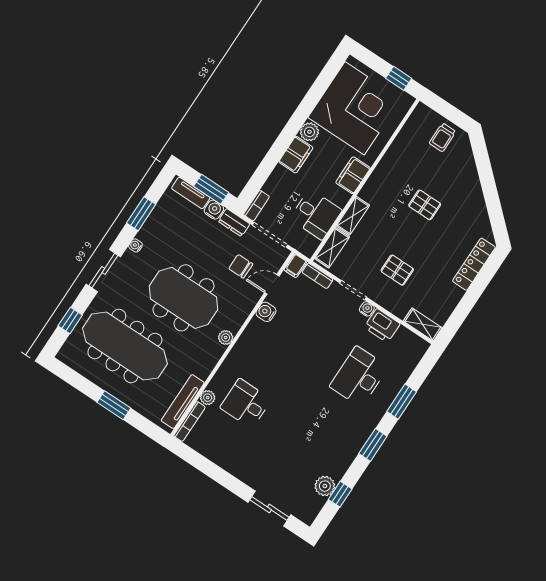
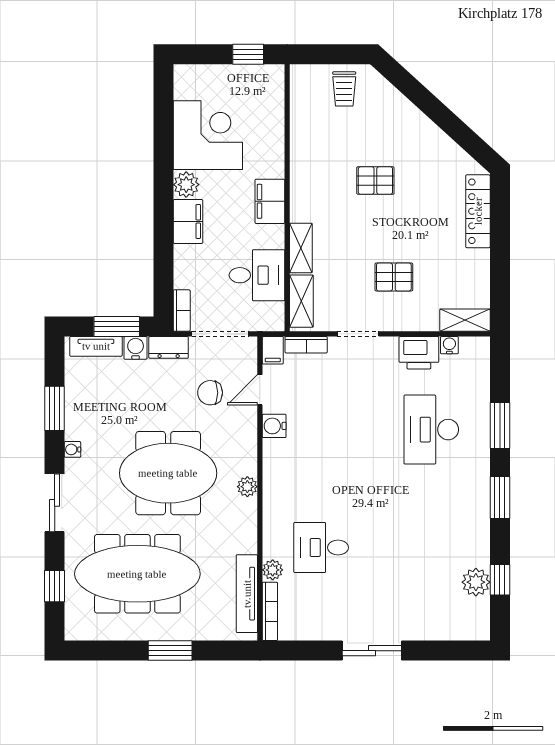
corner desk: (355, 108) -> (208, 135), width x0.74, depth x0.74
water cooler: (367, 309) -> (449, 345), moved
sliding door: (269, 508) -> (372, 651), moved

